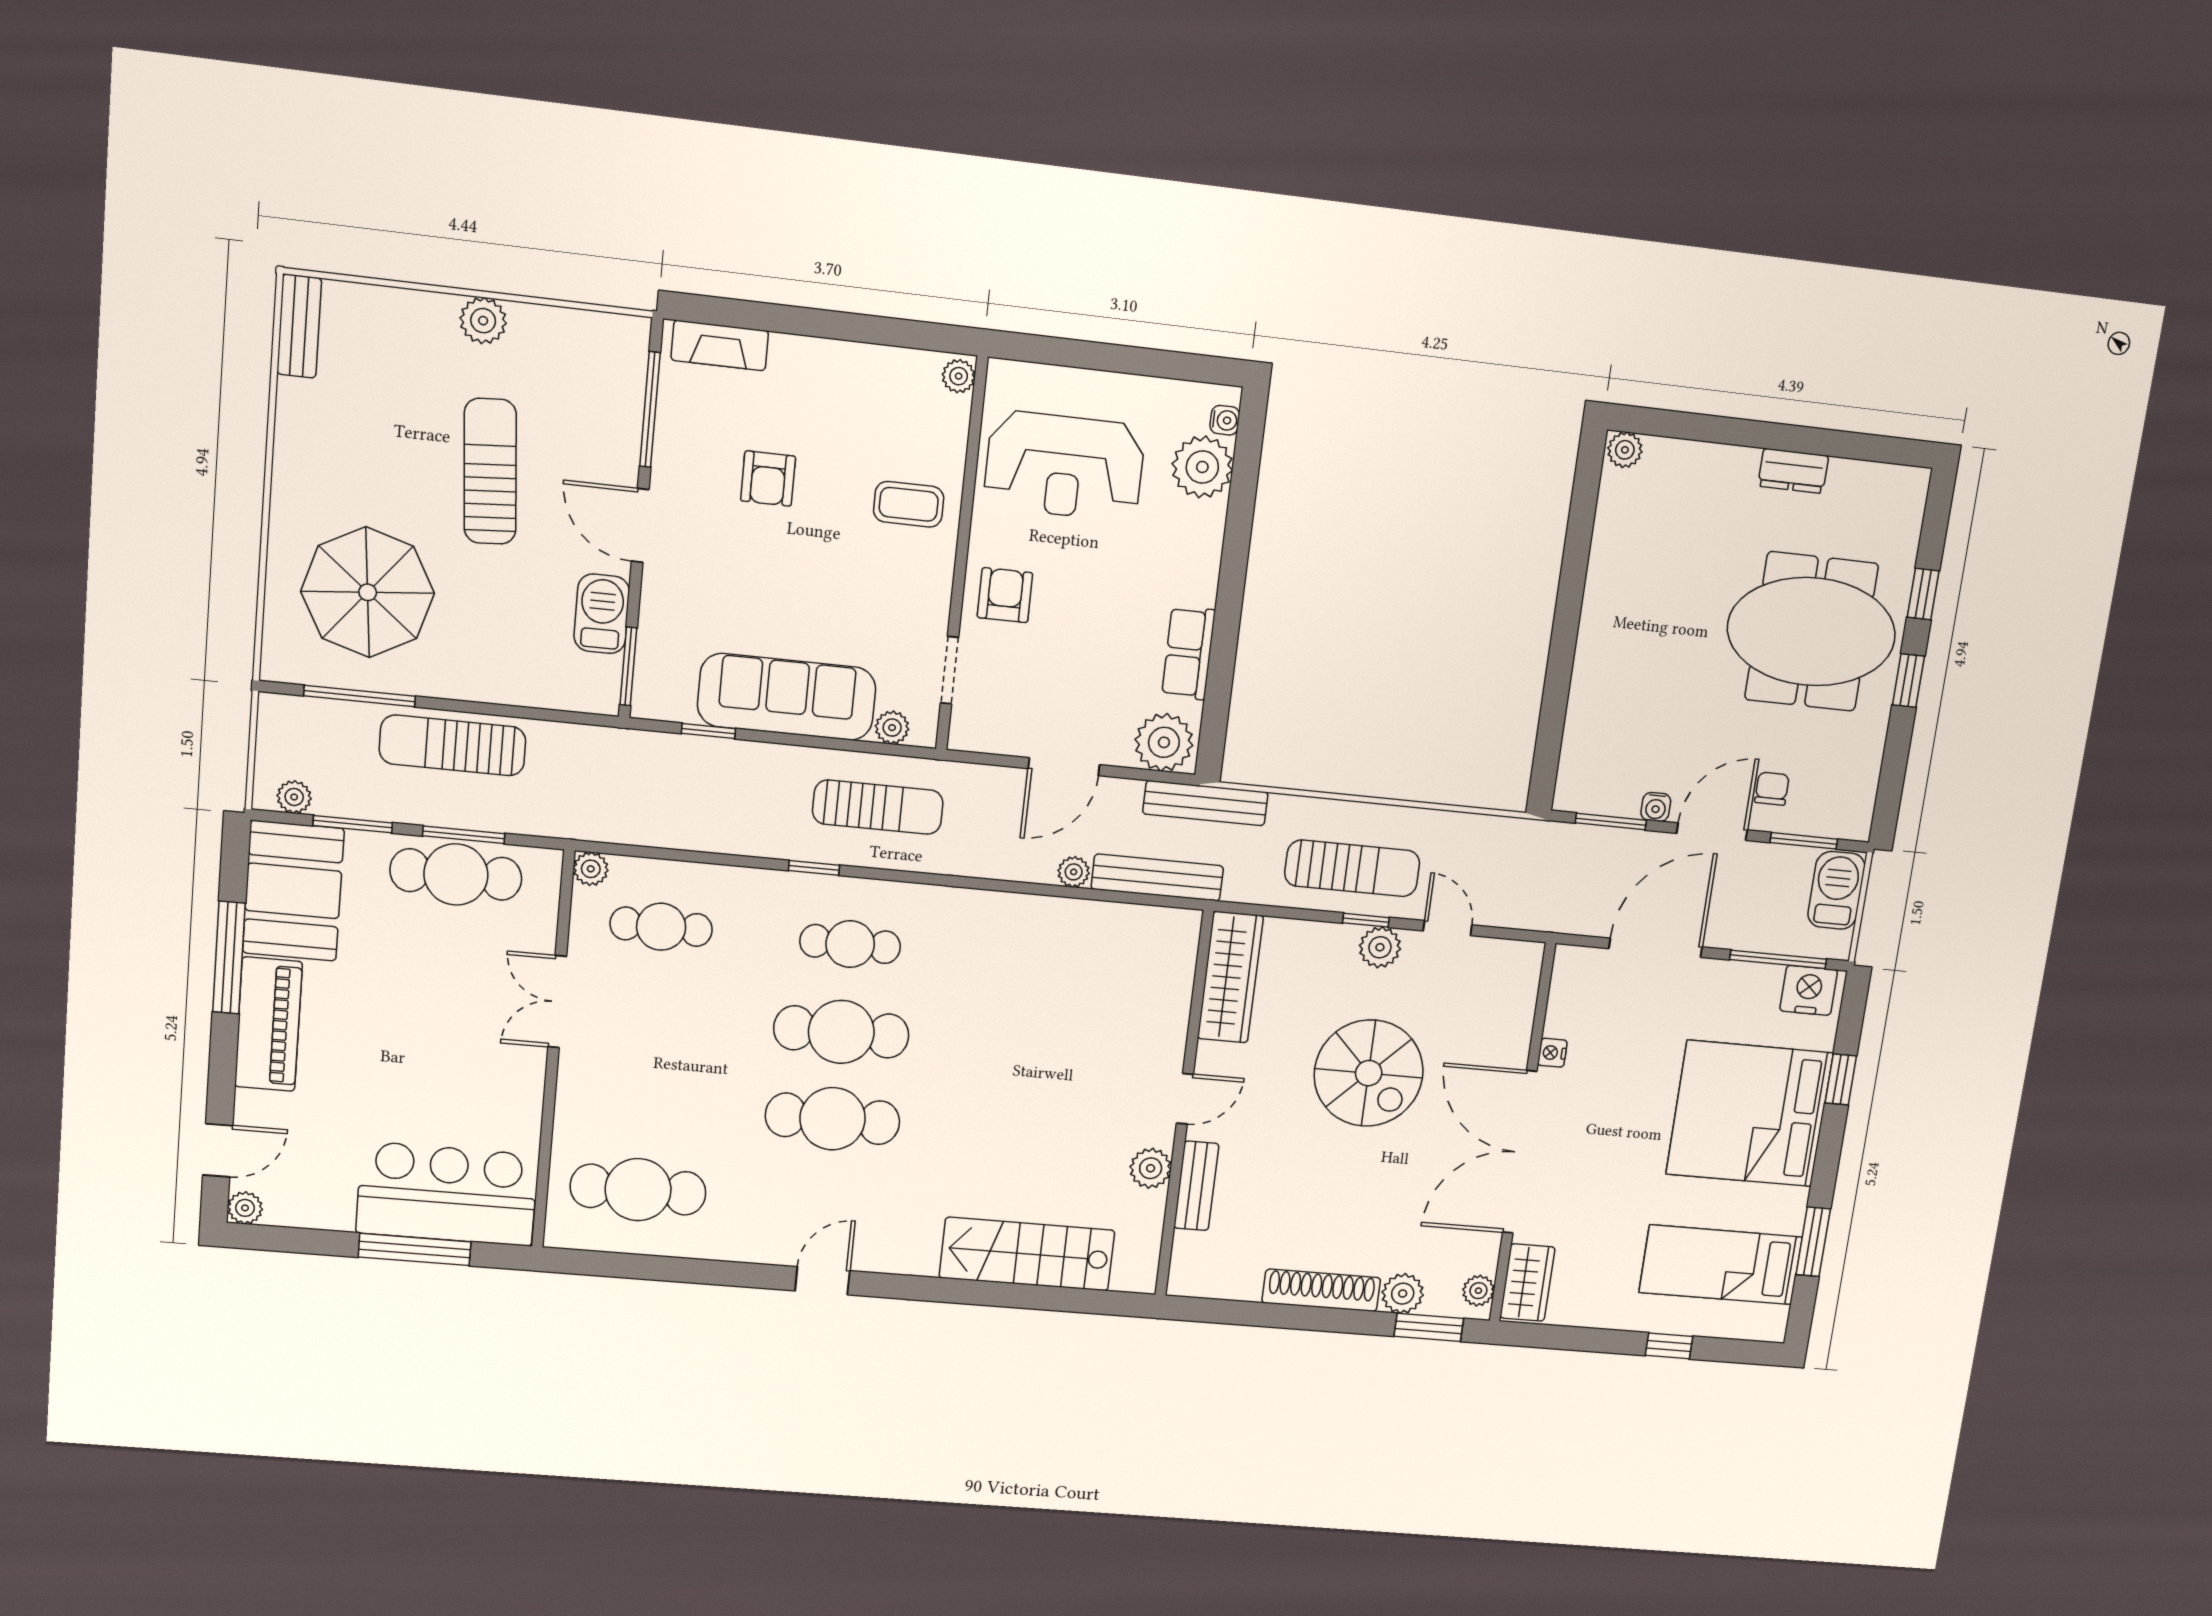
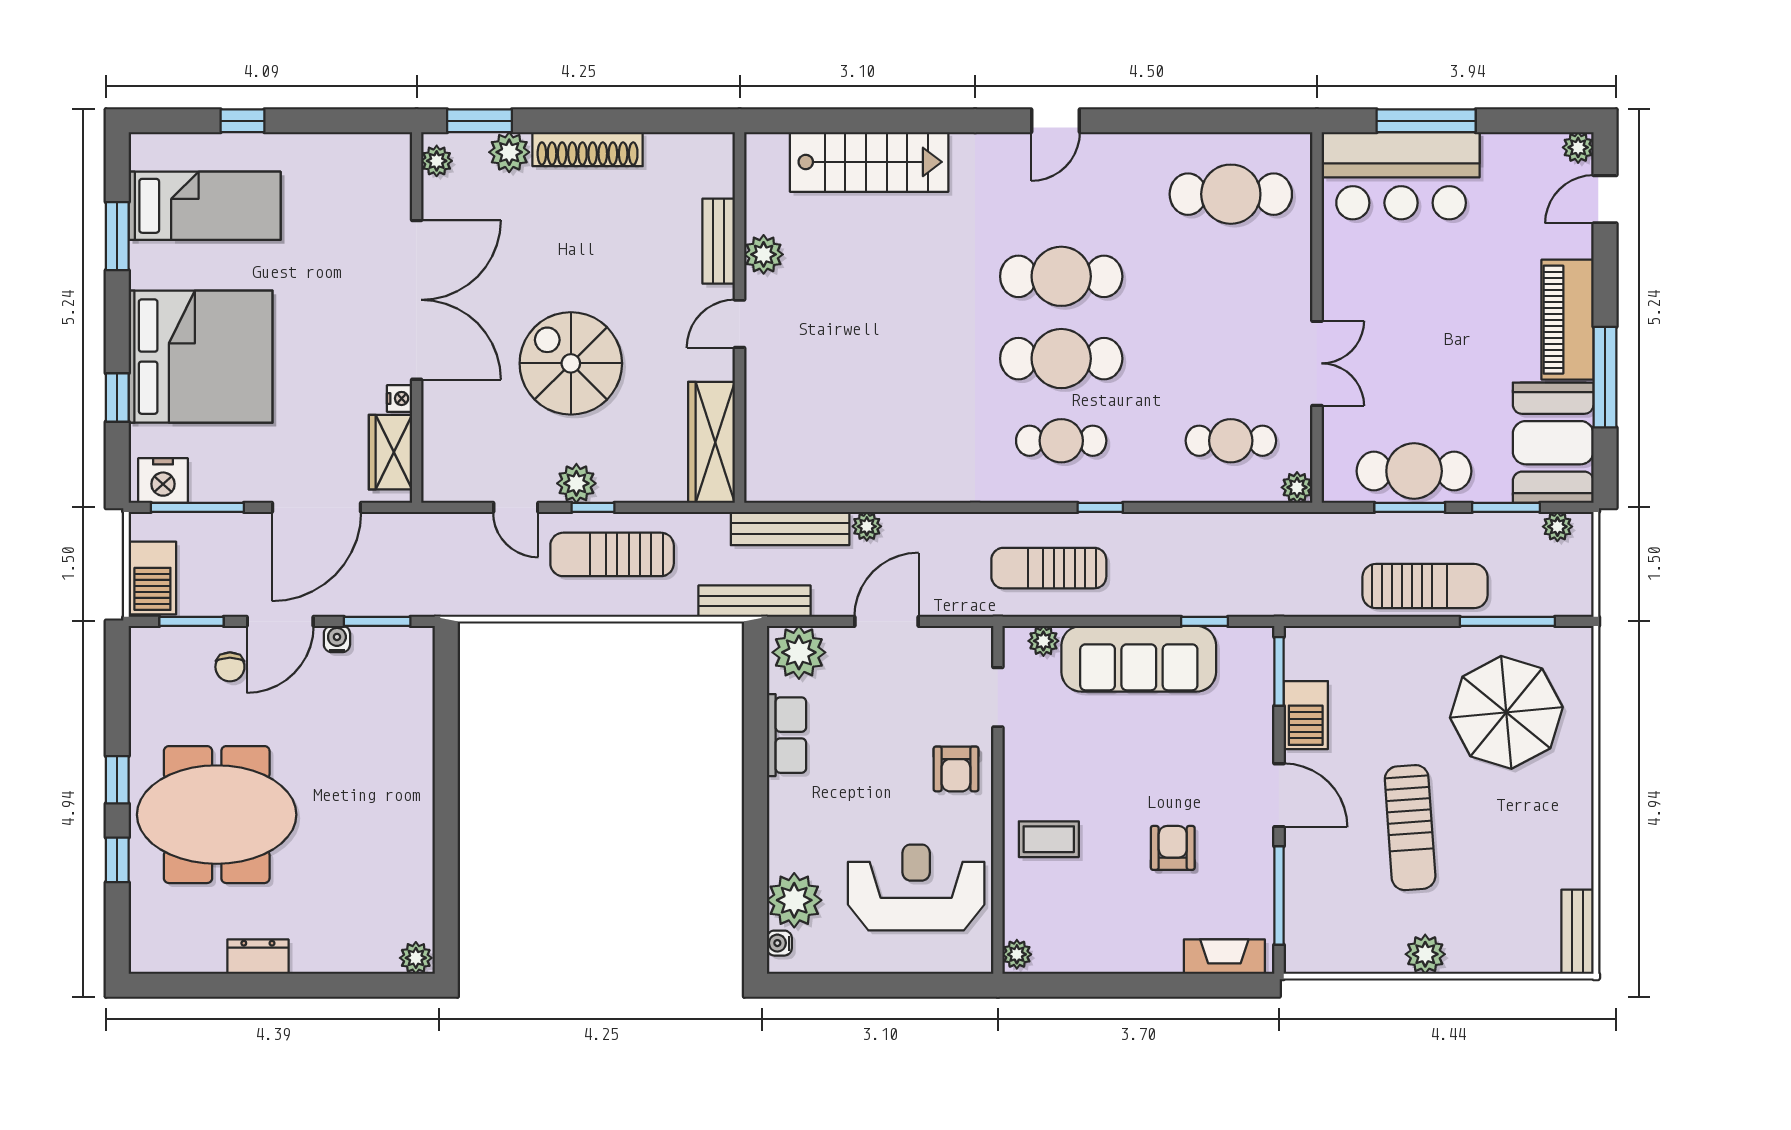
wardrobe: (1527, 1282) -> (390, 452), moved

